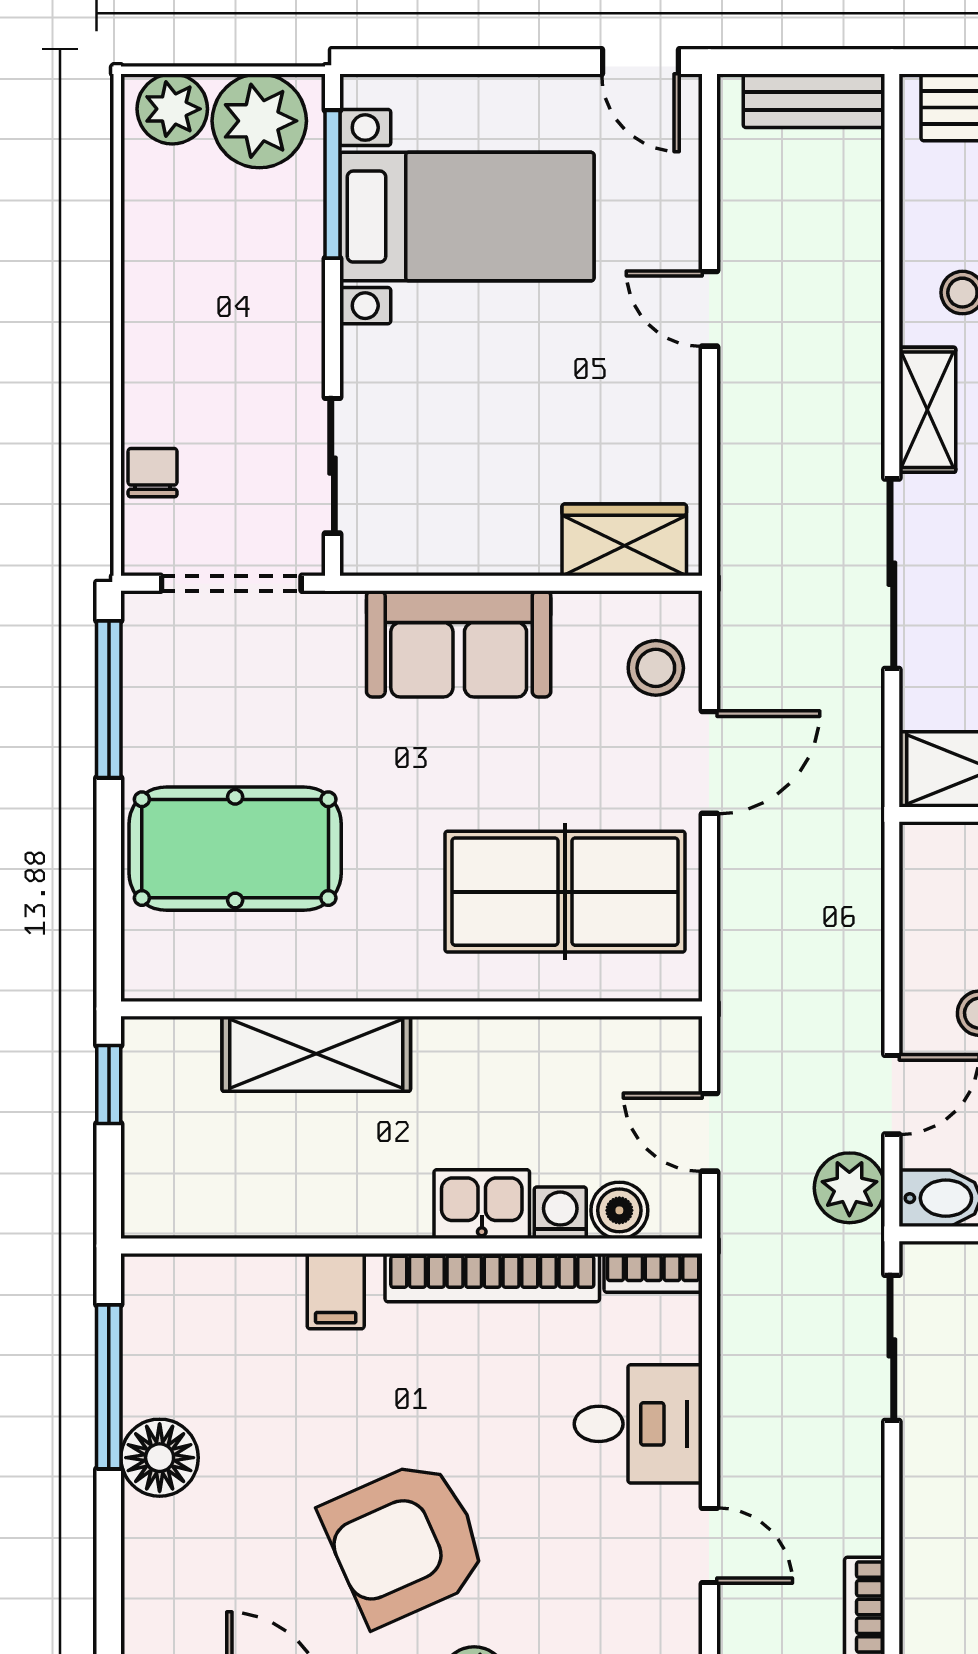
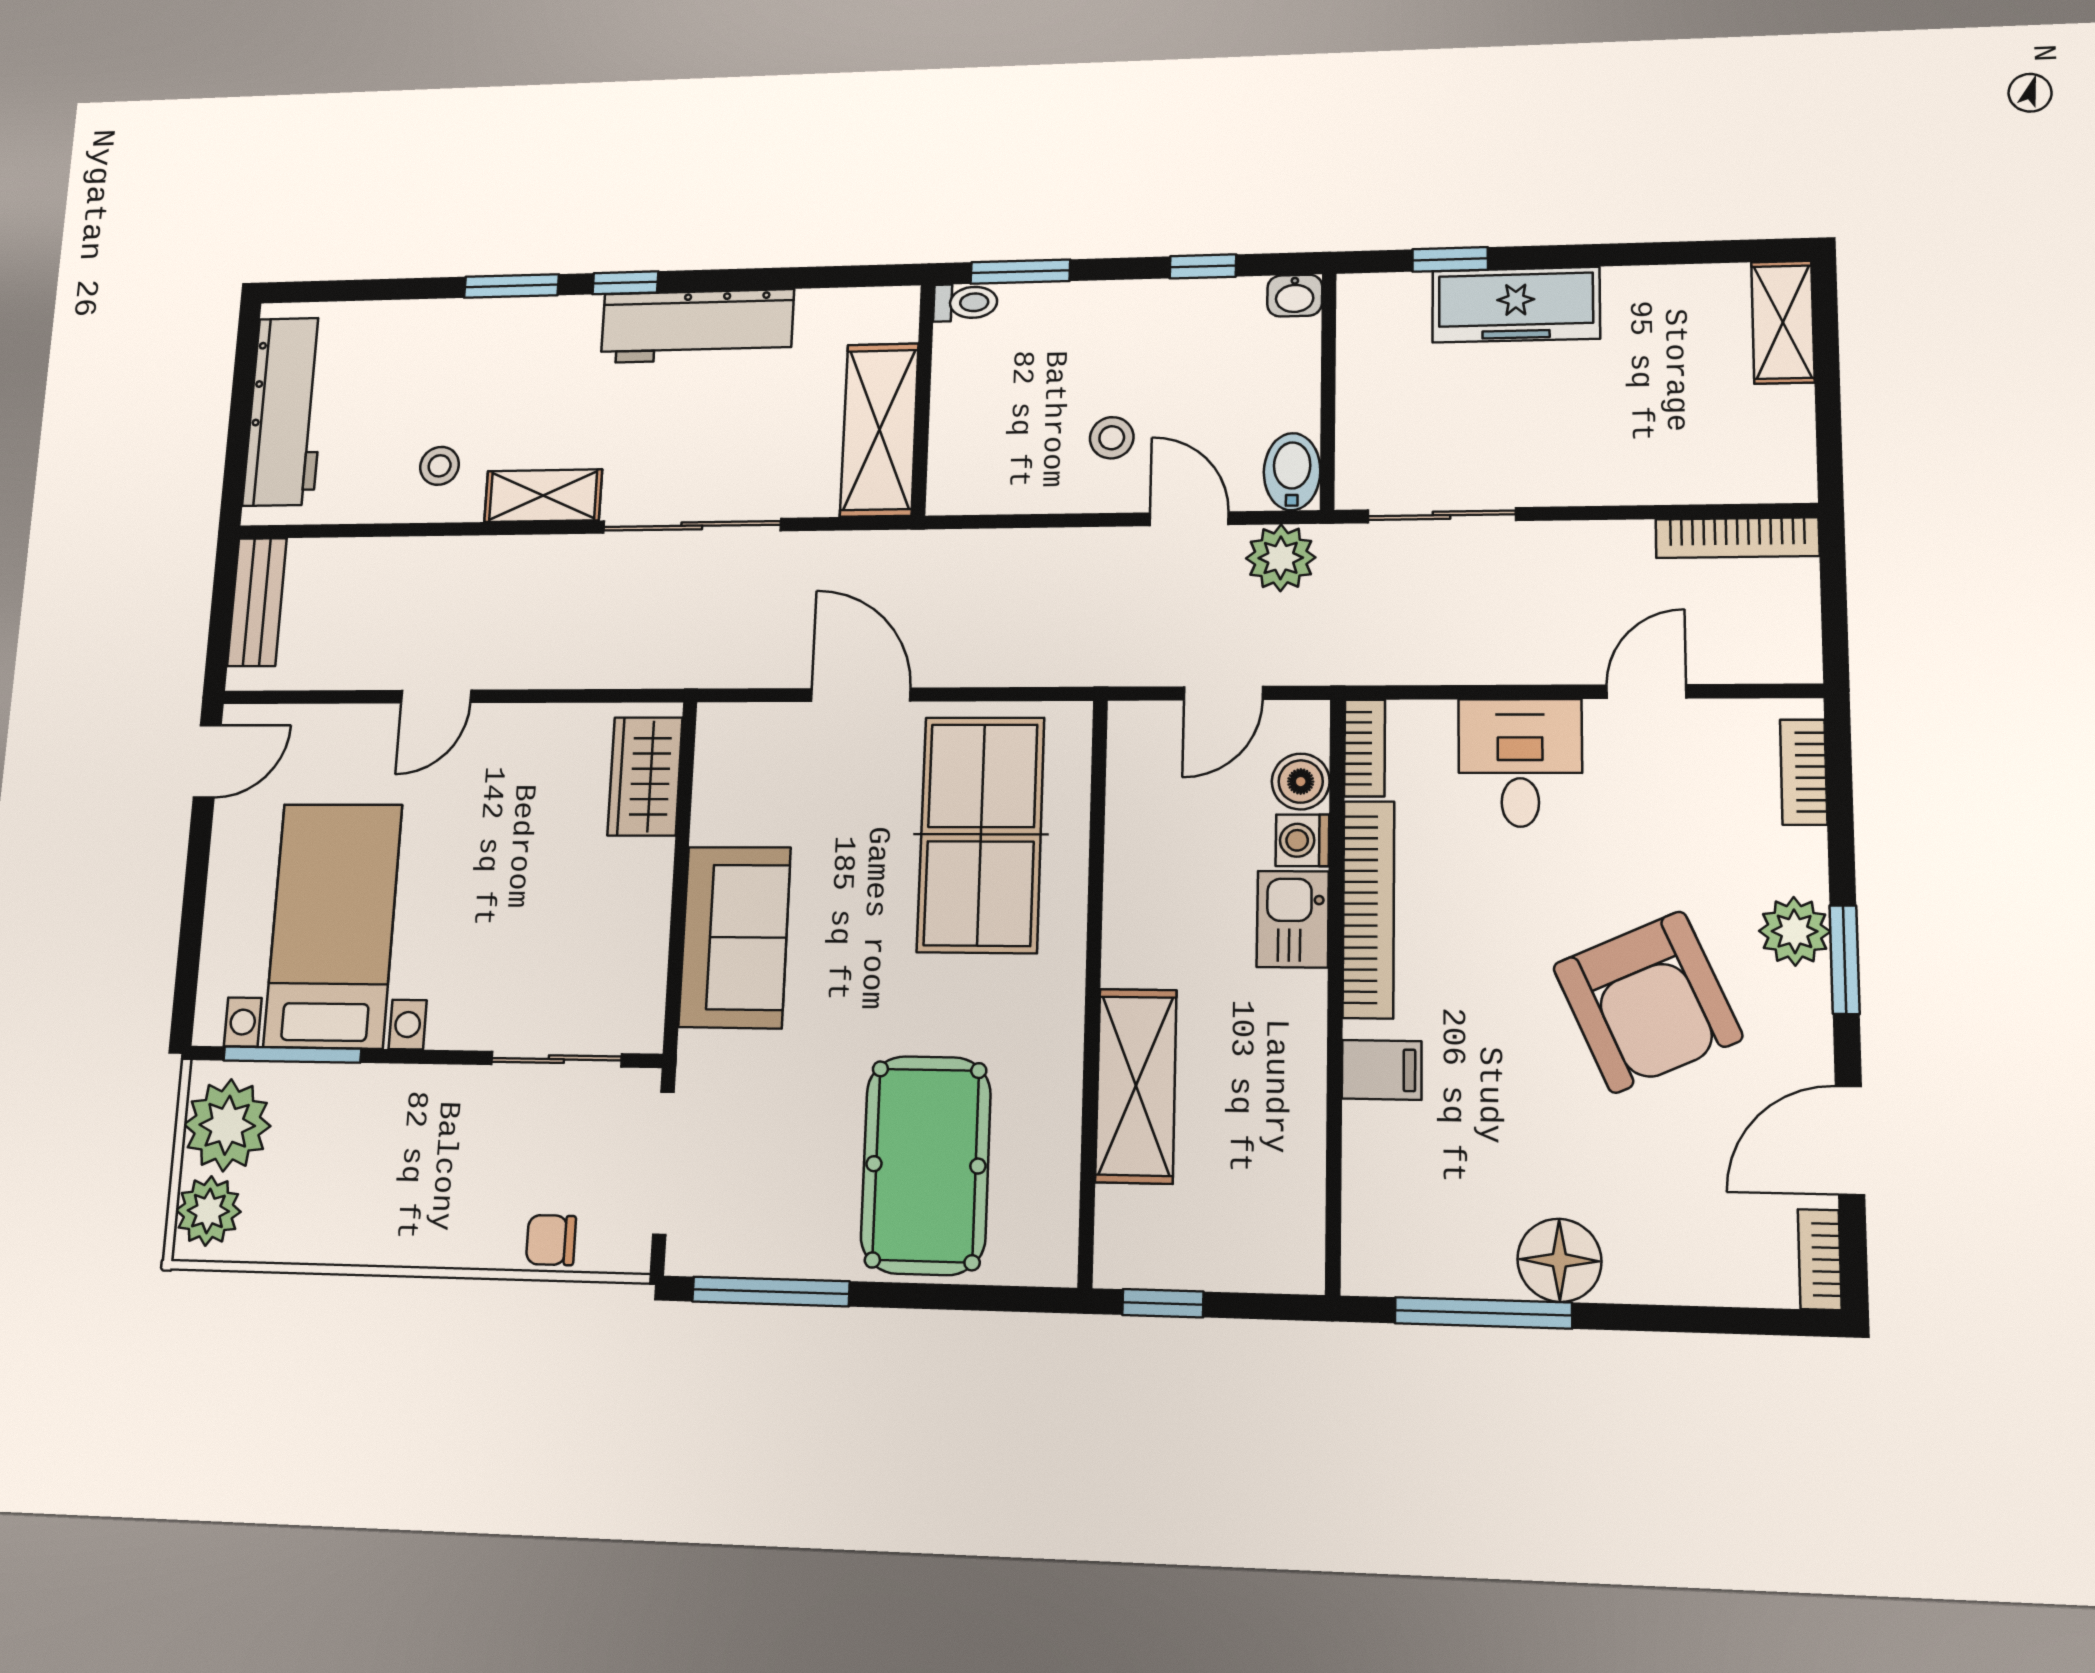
stool: (656, 668) -> (768, 746), removed

